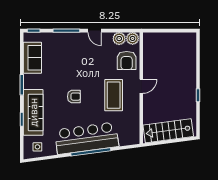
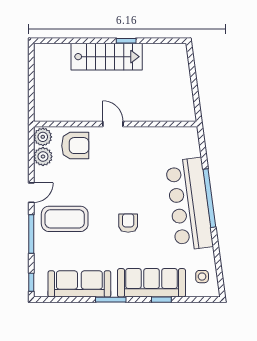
sofa: (32, 58) -> (79, 284), width x1.36
coffee table: (114, 95) -> (65, 219), moved
stairs: (168, 131) -> (107, 57), moved, turned -82

